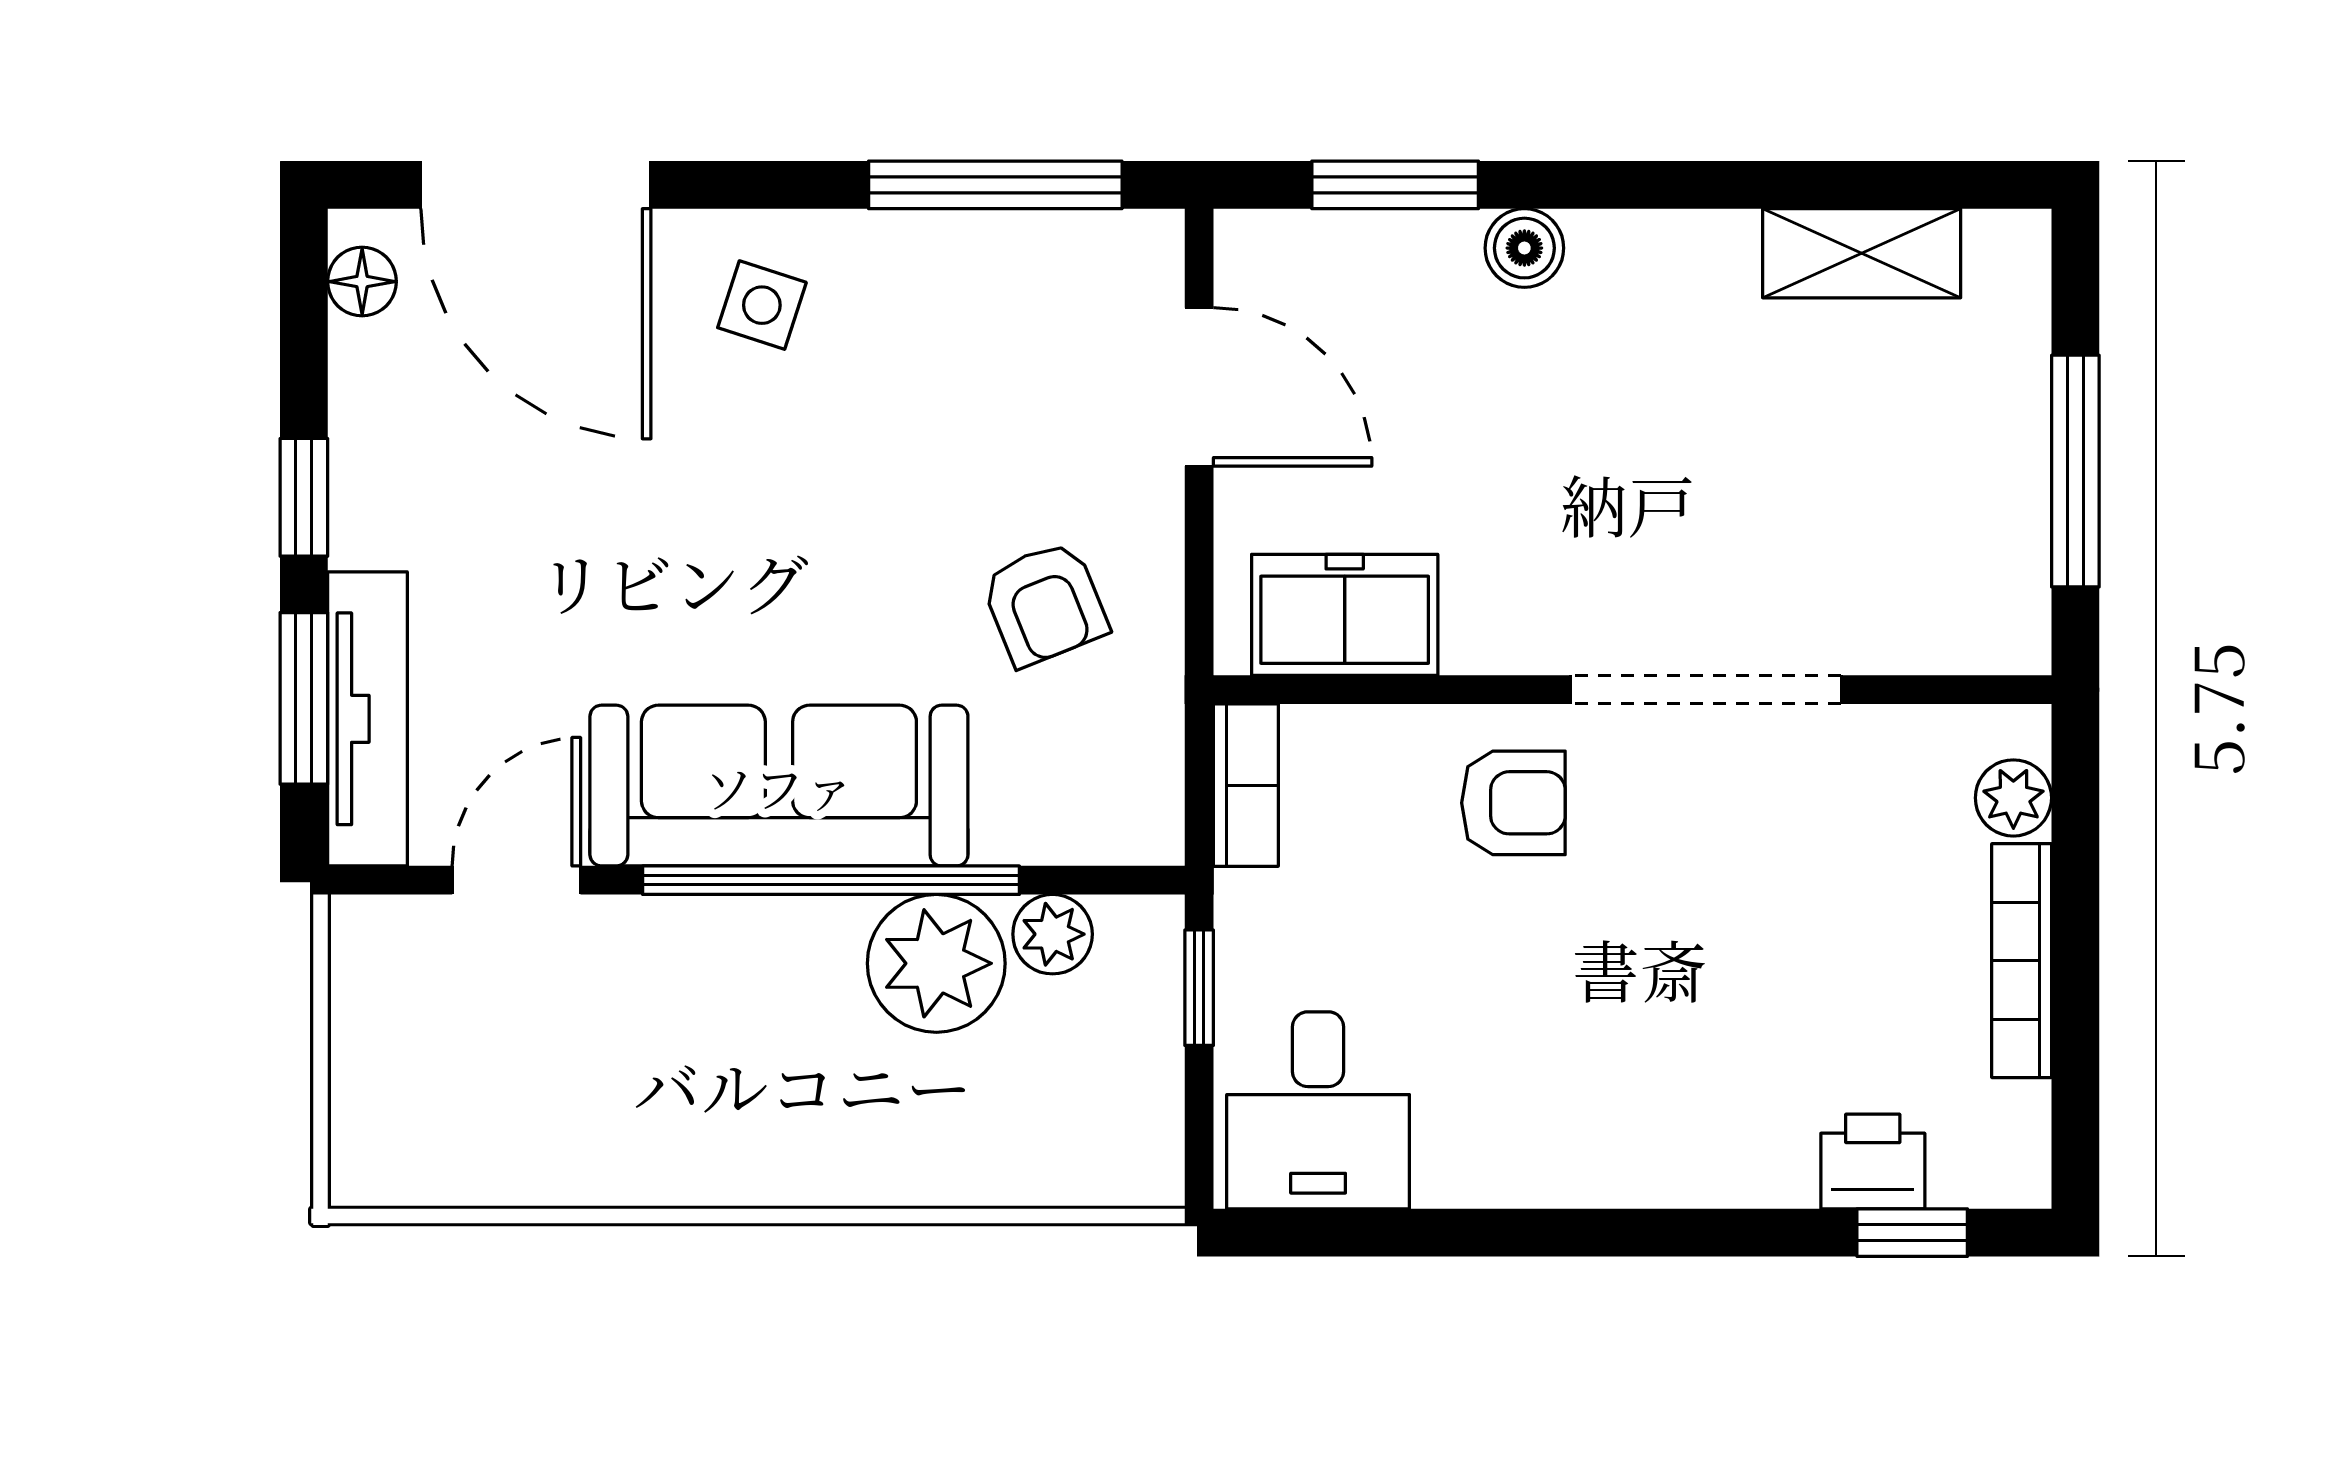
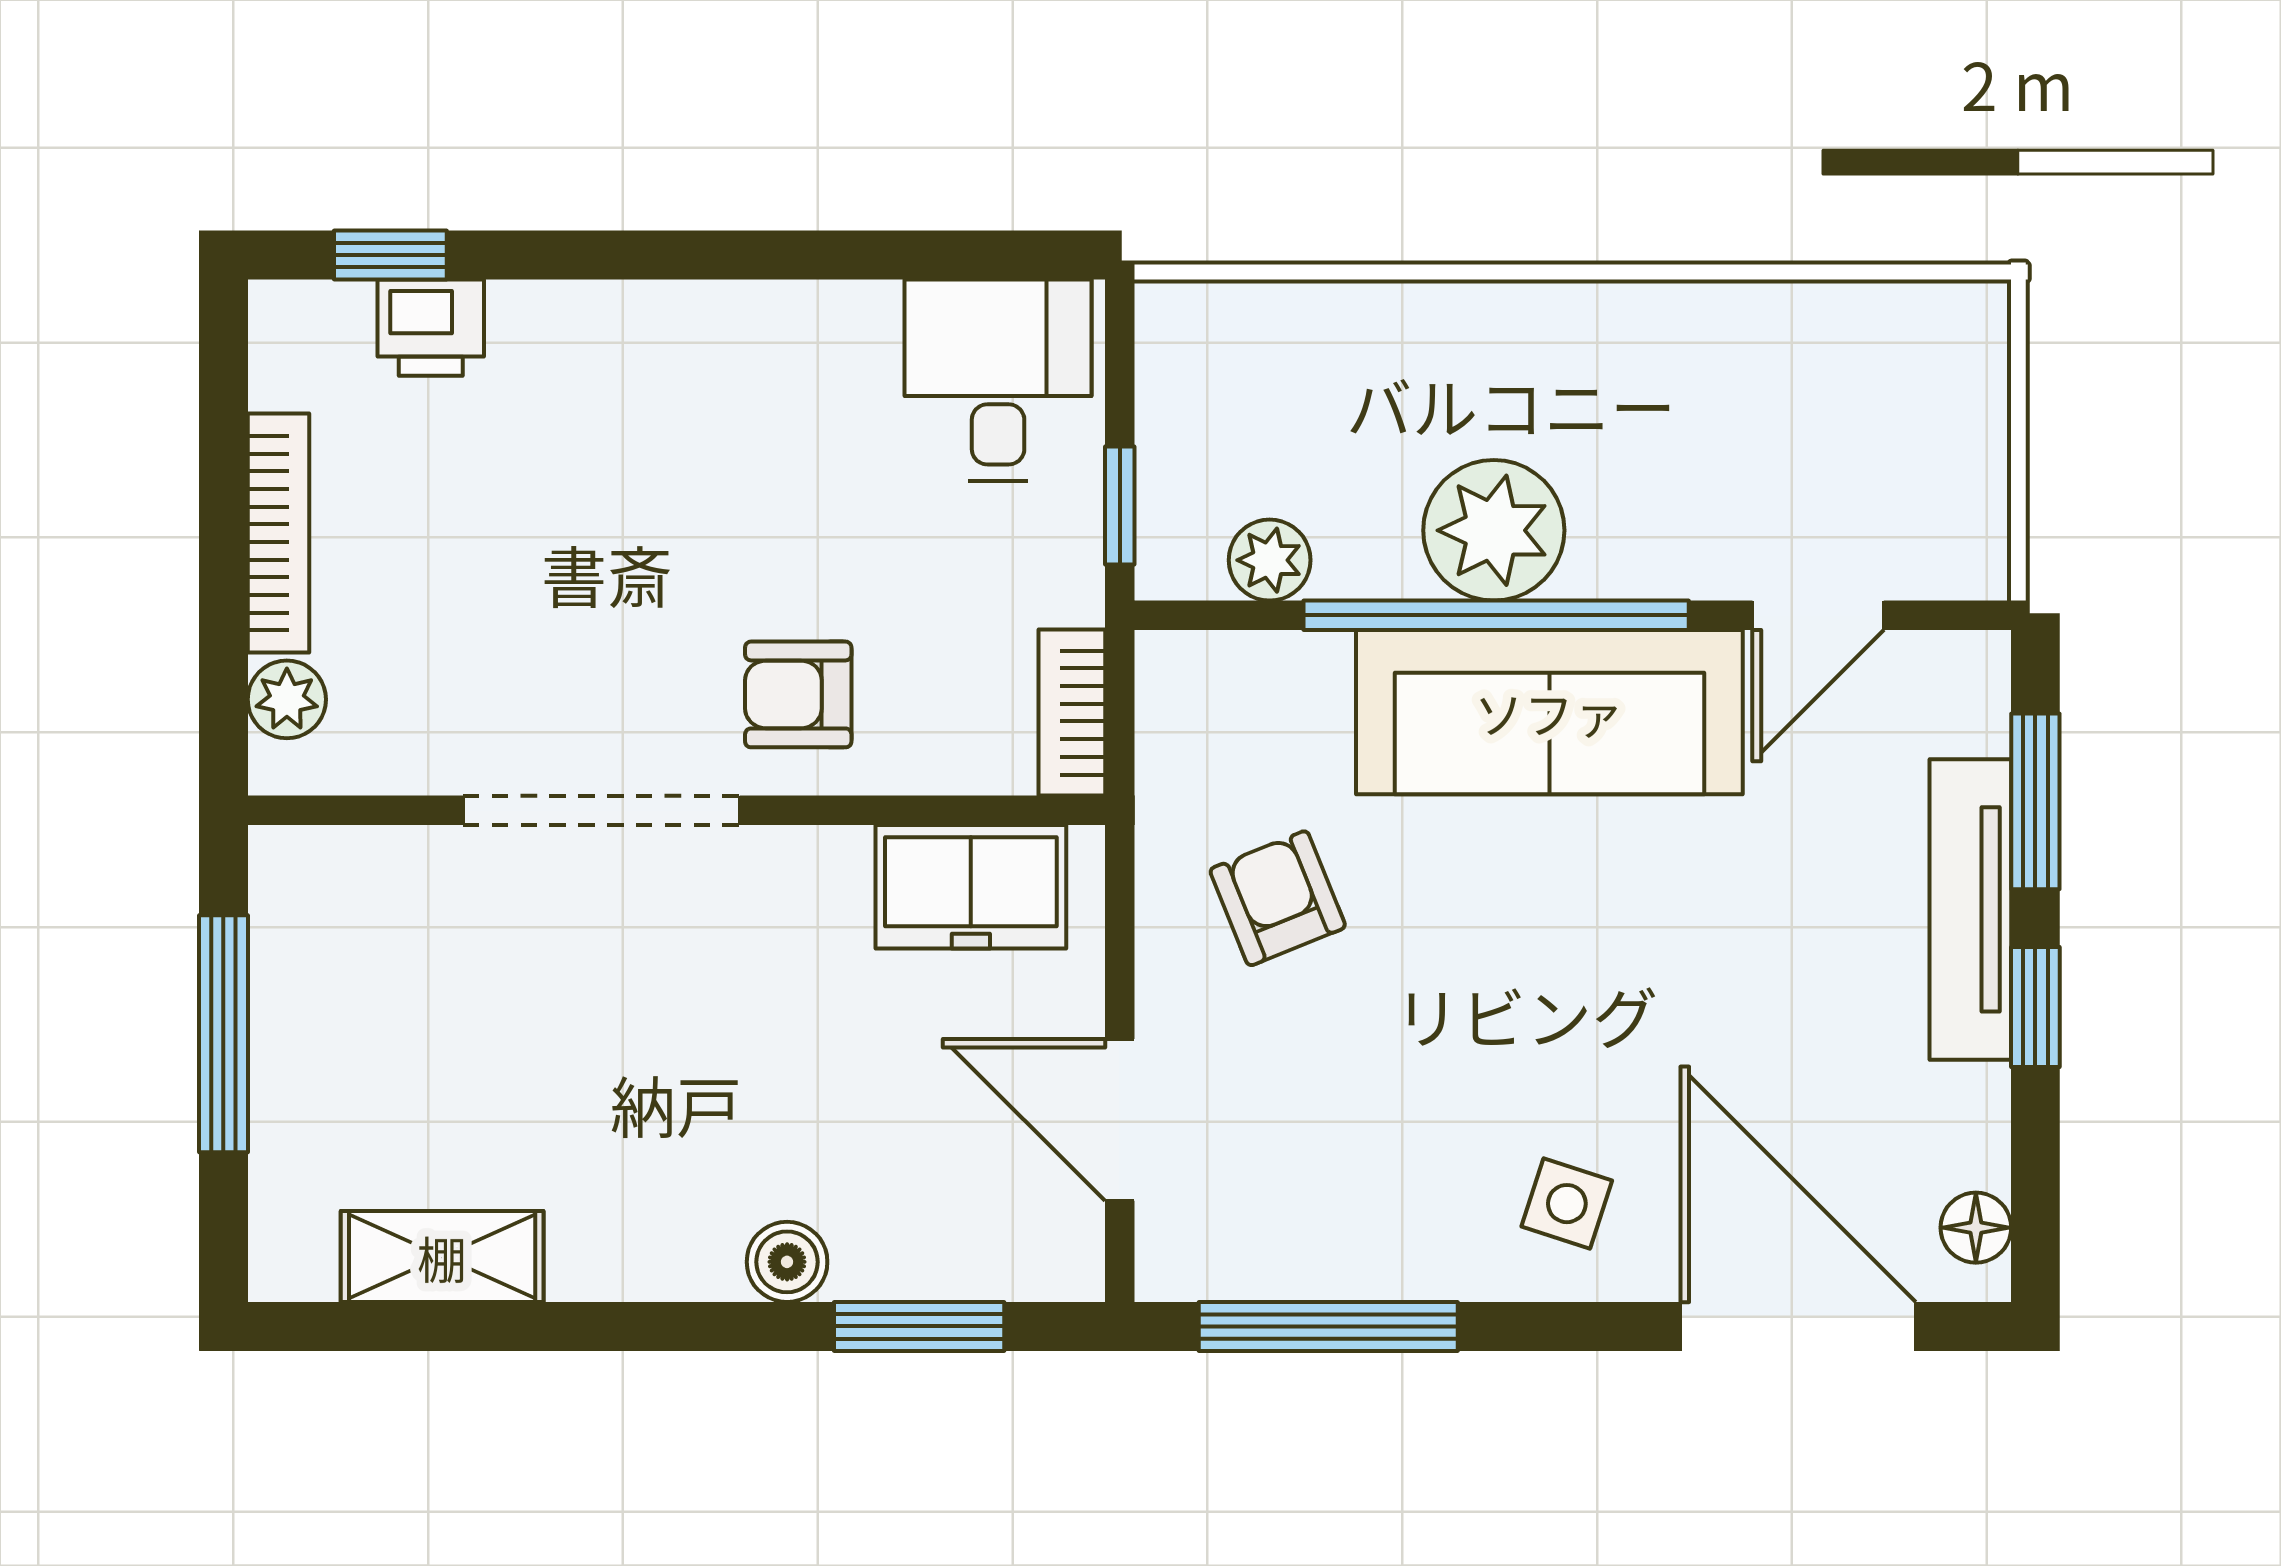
tv unit: (367, 719) -> (1970, 909), moved
plant: (936, 963) -> (1494, 530), moved

